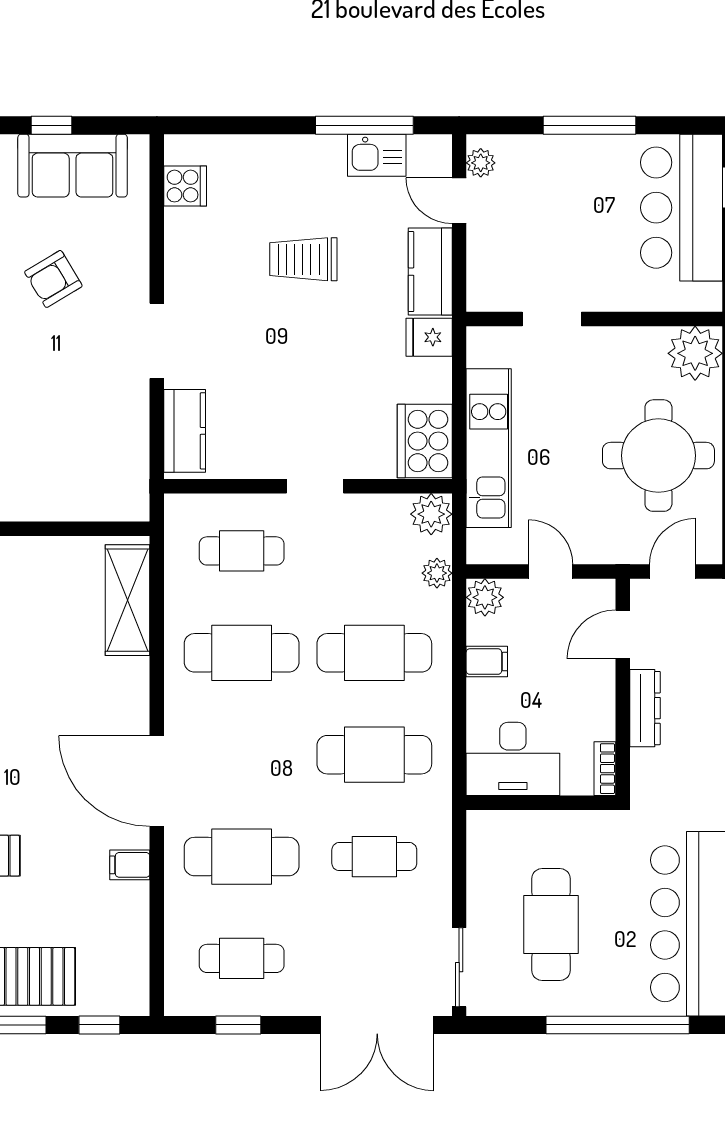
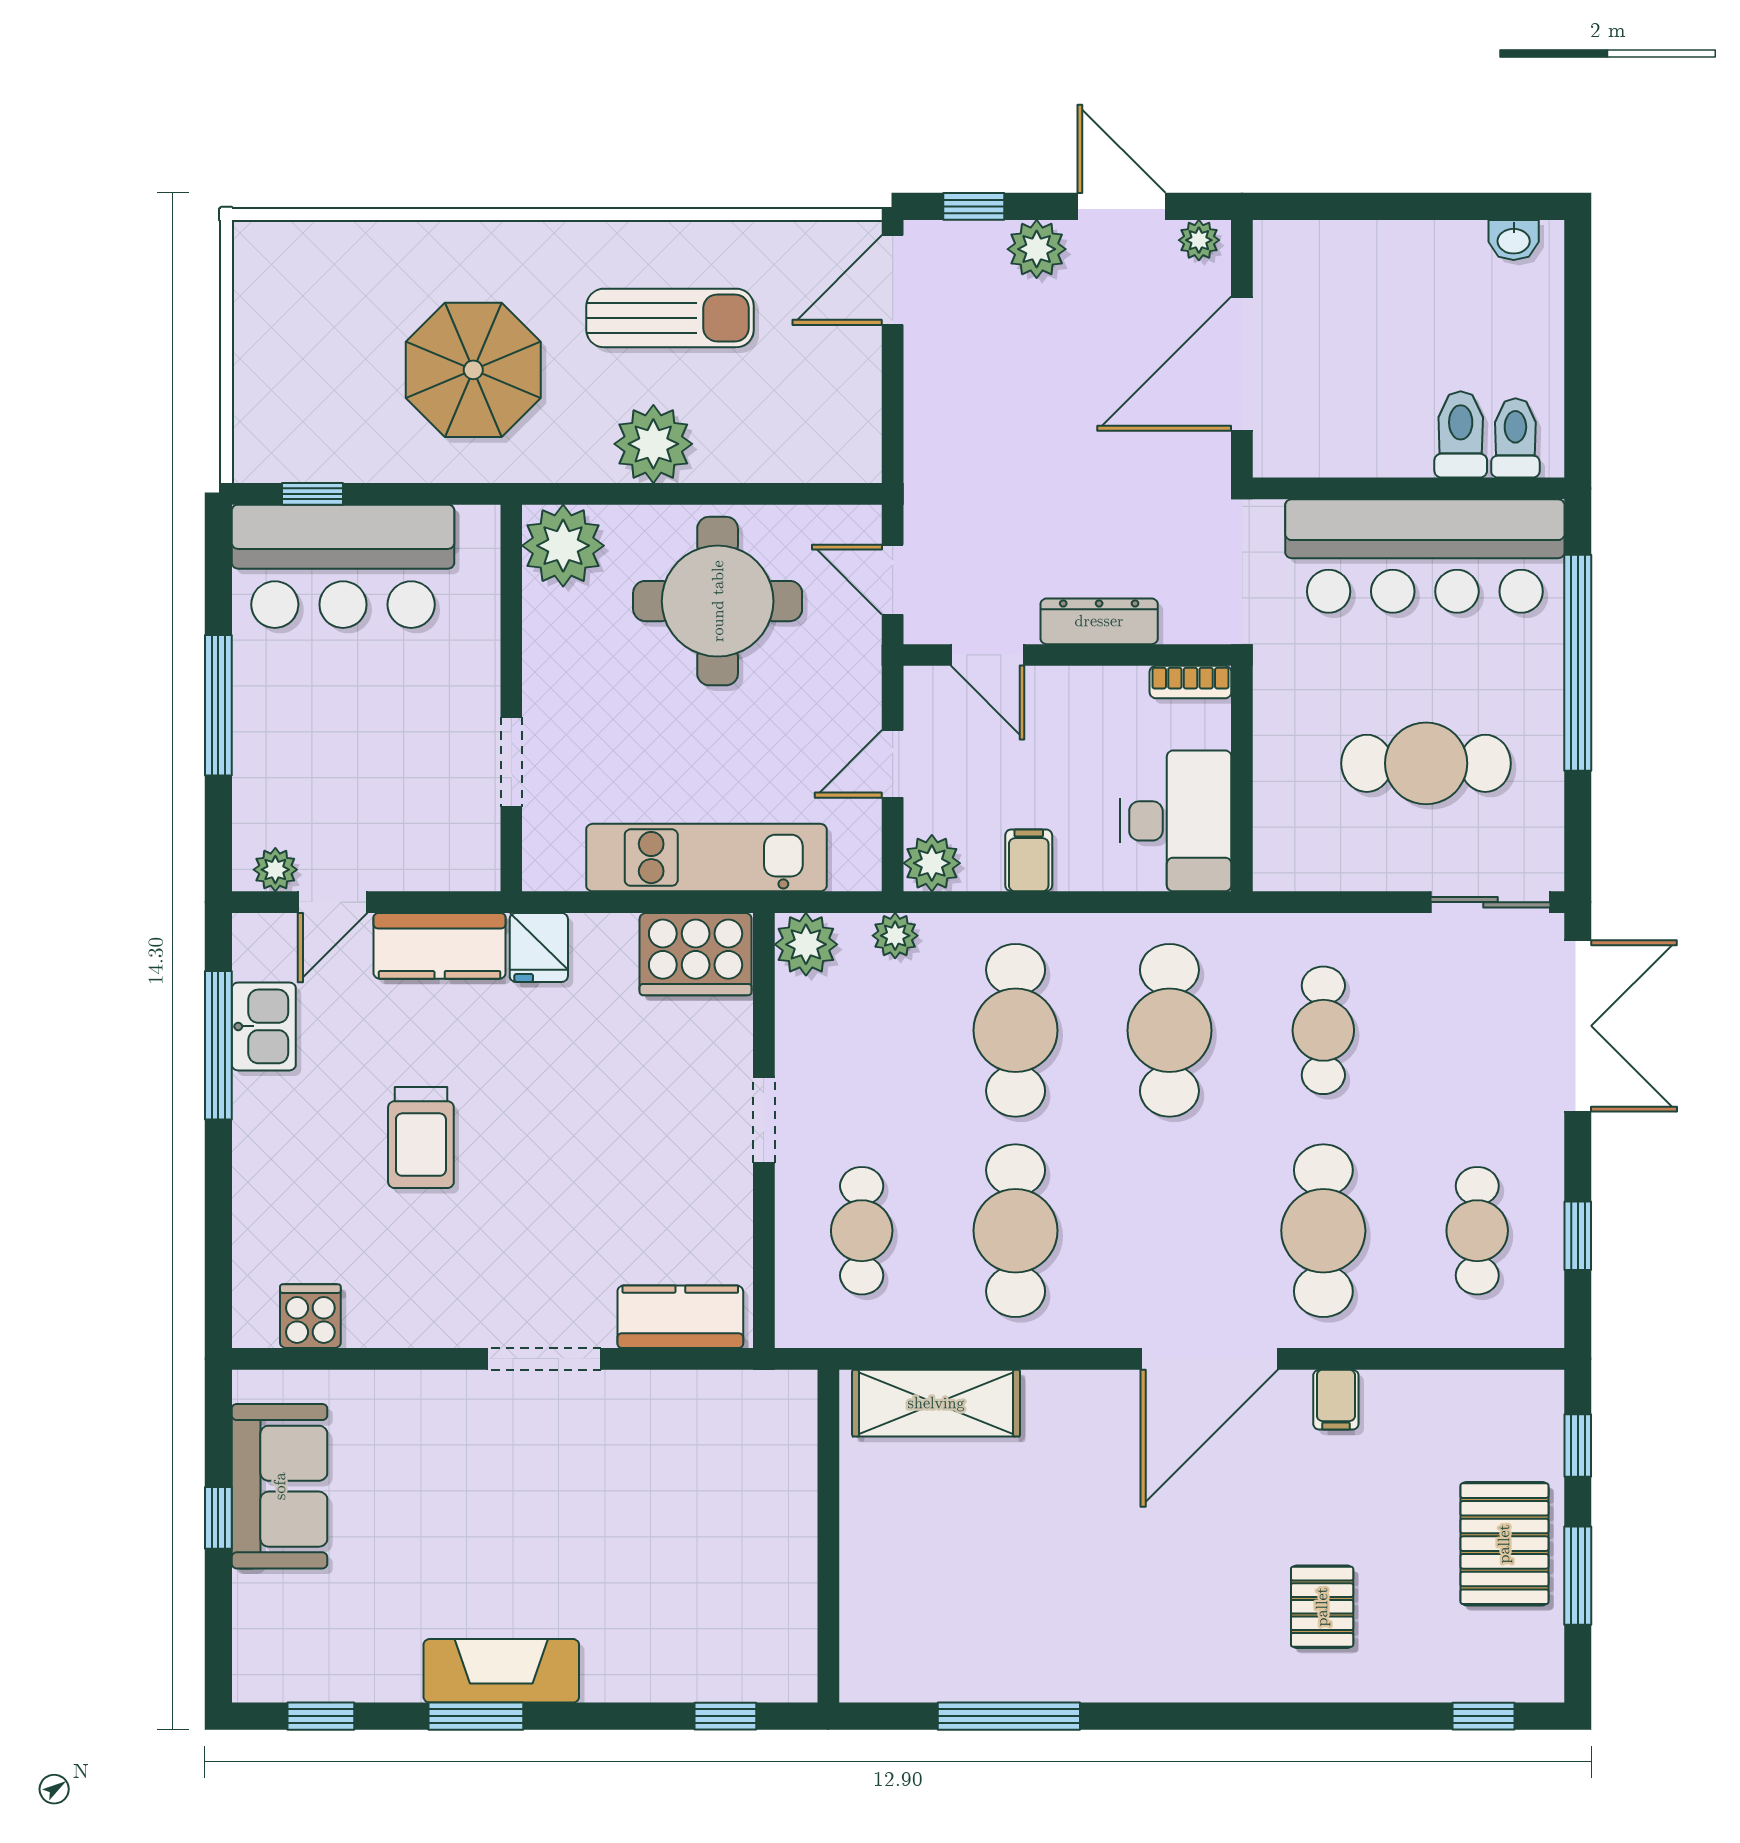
armchair: (53, 279) -> (451, 1515), removed

